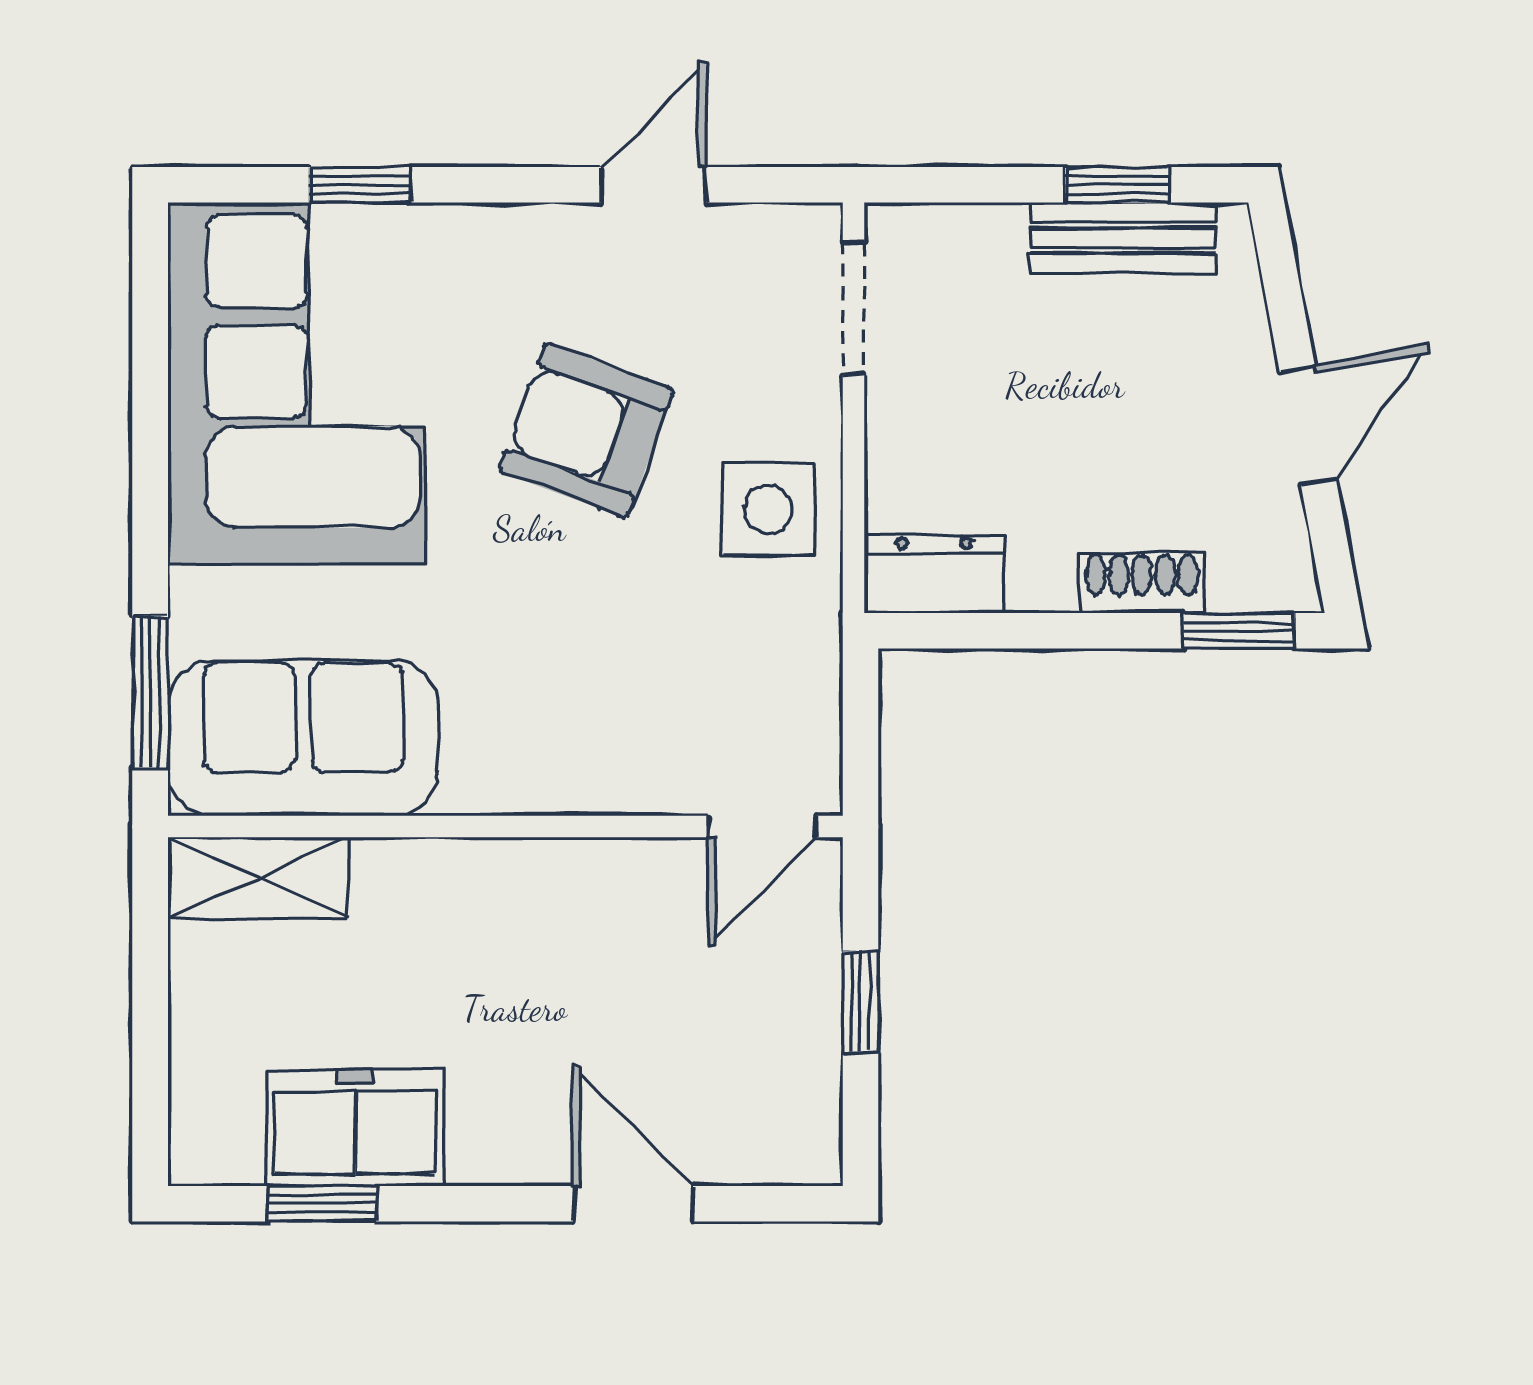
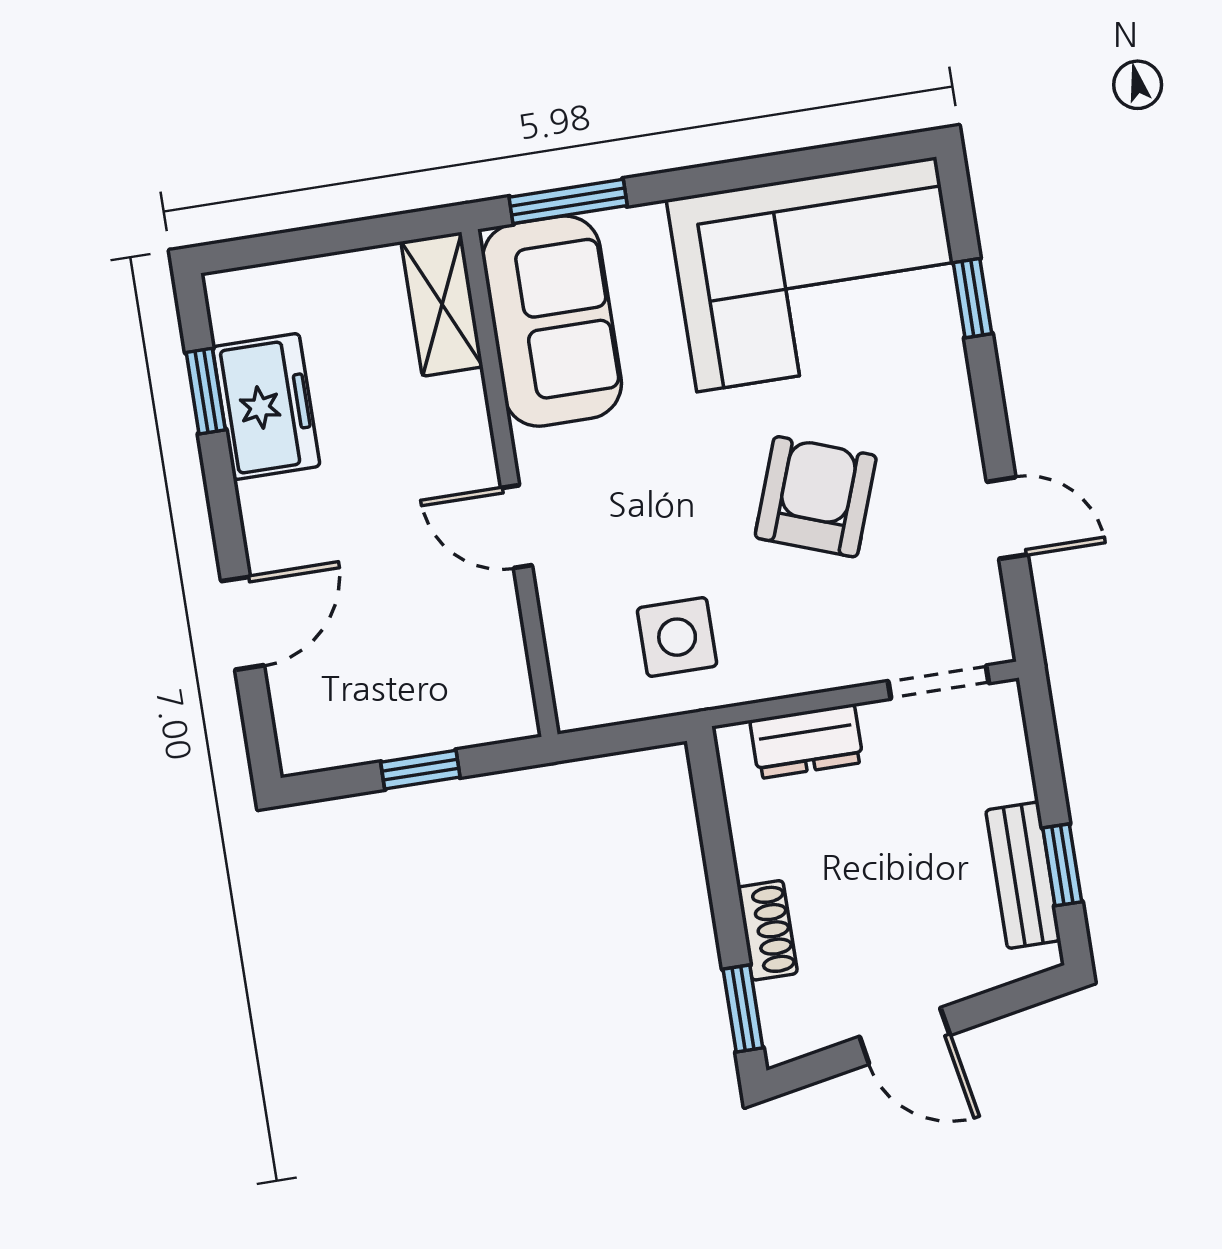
side table: (768, 509) -> (677, 637), moved
dresser: (934, 574) -> (807, 741), moved, turned 90
door: (762, 827) -> (517, 527), moved

